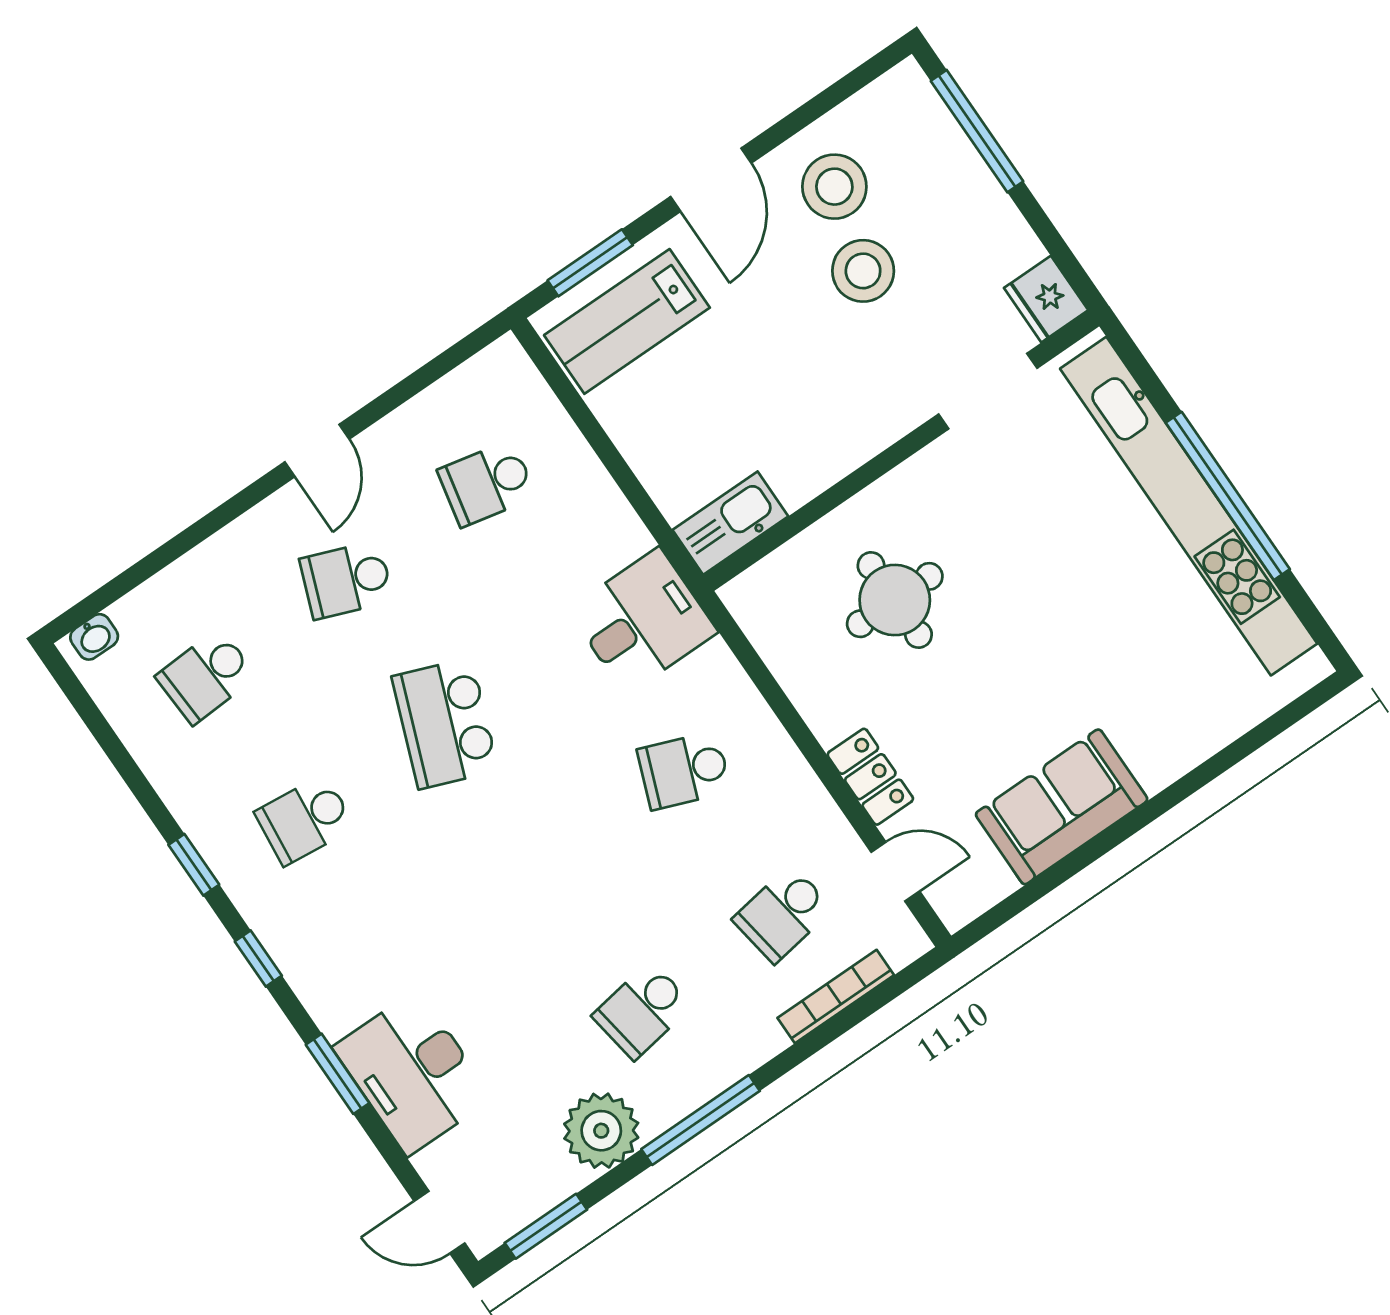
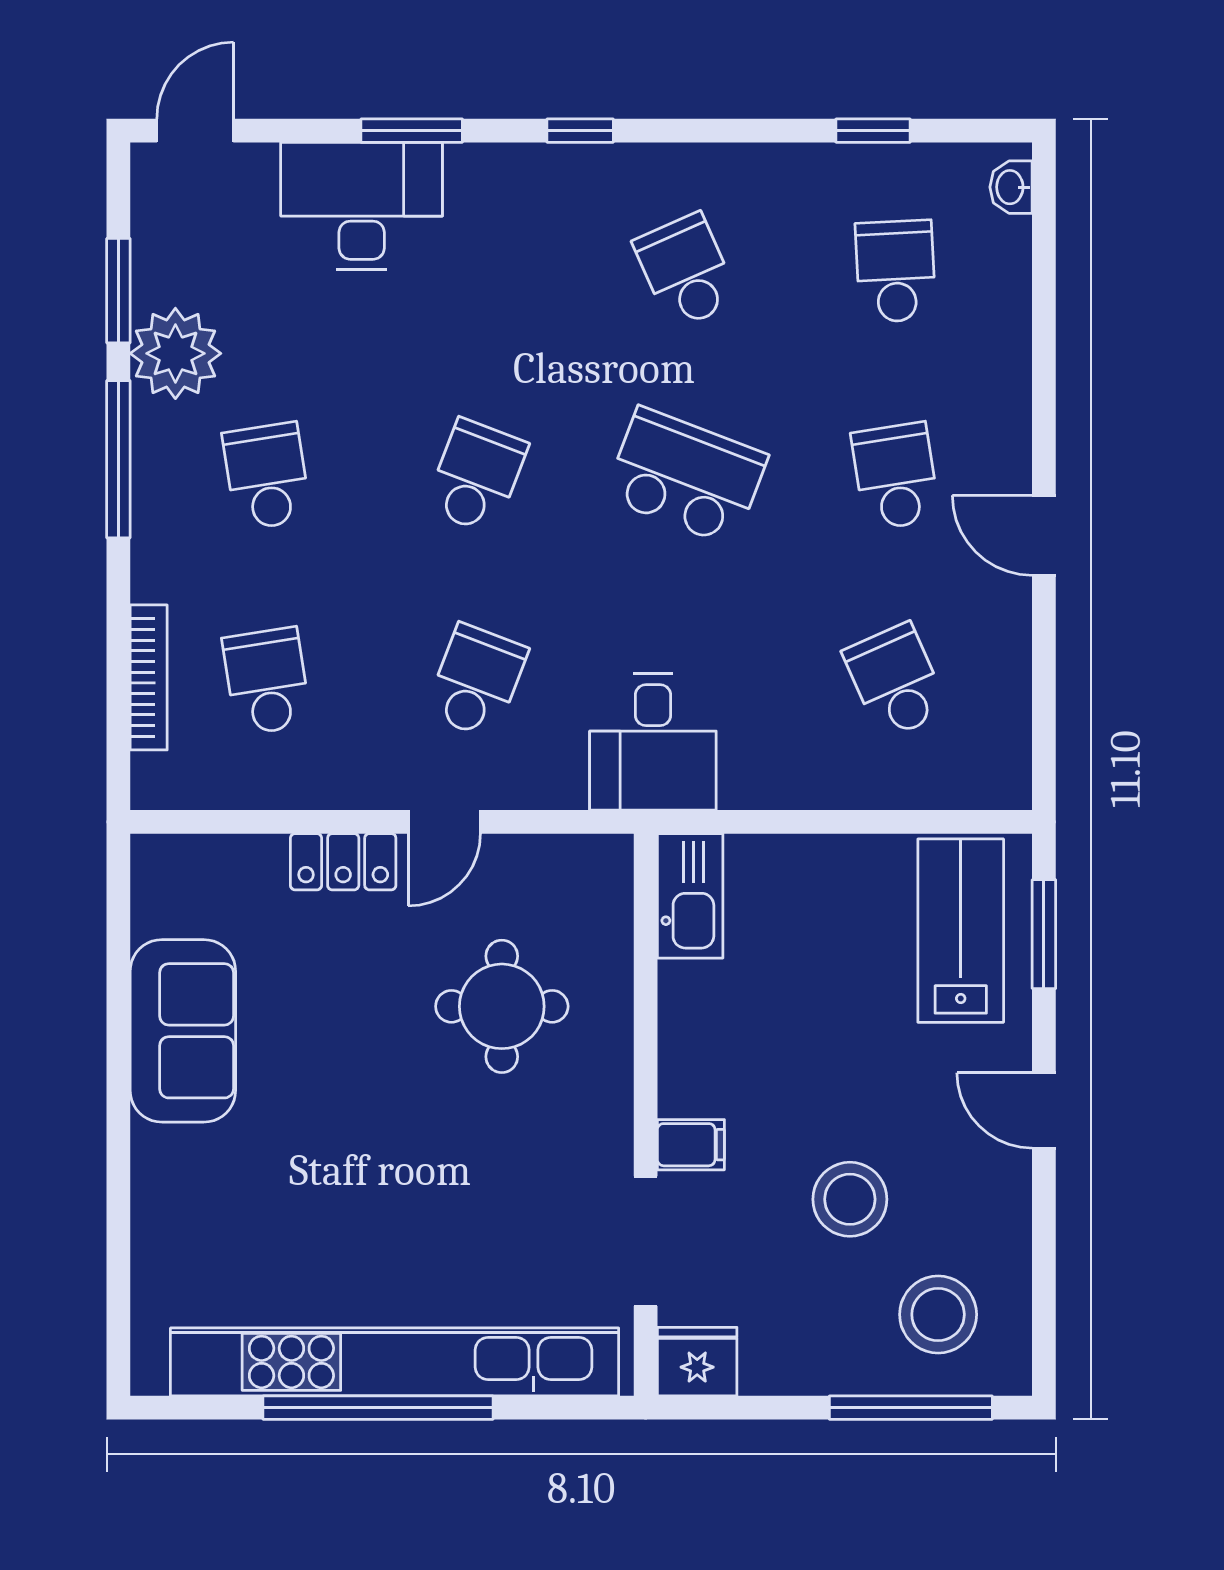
door: (711, 180) -> (1044, 1110), width x0.73
stool: (834, 187) -> (938, 1314), moved
filing cabinet: (900, 405) -> (691, 1145), added
school desk: (487, 483) -> (896, 681), turned -36
school desk: (346, 580) -> (896, 476), turned -30
school desk: (305, 820) -> (686, 271), turned -30
window: (194, 865) -> (873, 131), moved
school desk: (544, 867) -> (476, 476), added
door: (895, 872) -> (444, 822), moved
window: (546, 1226) -> (118, 291), moved

